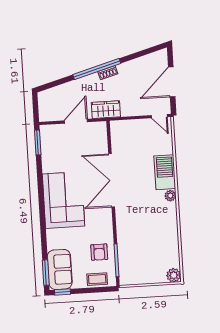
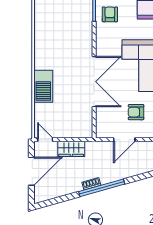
wardrobe: (106, 110) -> (71, 149), moved
armchair: (65, 151) -> (136, 112), added
plant: (170, 196) -> (39, 64), removed

